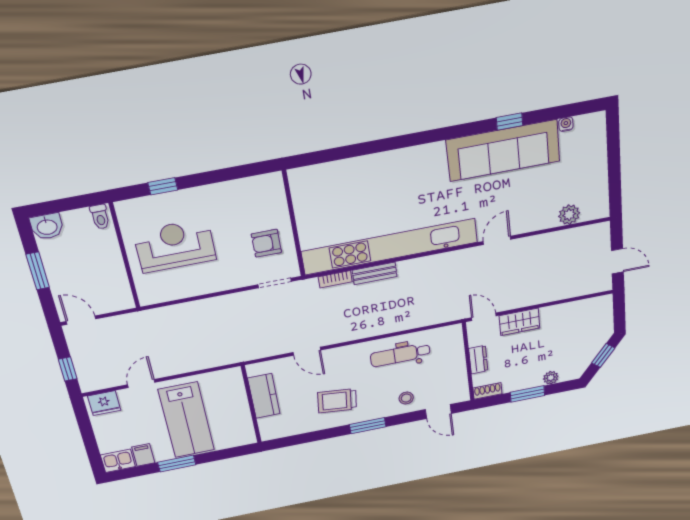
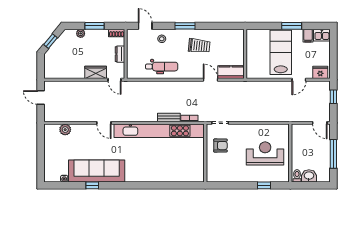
washbasin: (47, 226) -> (309, 176), moved
door: (497, 240) -> (104, 123), hinge flipped
reception desk: (175, 246) -> (265, 153), turned 180
window: (38, 271) -> (333, 154), width x1.44
kitchen counter: (264, 396) -> (231, 72), moved, turned 90

